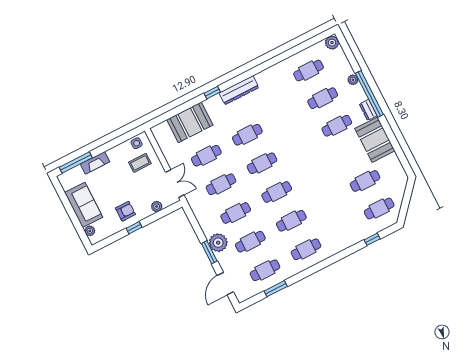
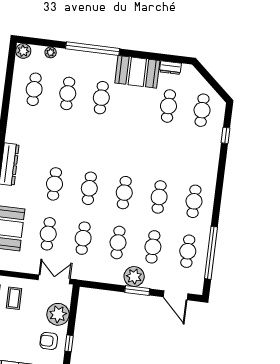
plant: (353, 80) -> (51, 52), moved
dresser: (368, 110) -> (170, 68), moved
plant: (157, 207) -> (58, 314), width x1.87, depth x1.87
armchair: (125, 211) -> (49, 341), turned -90
window: (276, 289) -> (211, 253), width x2.11

